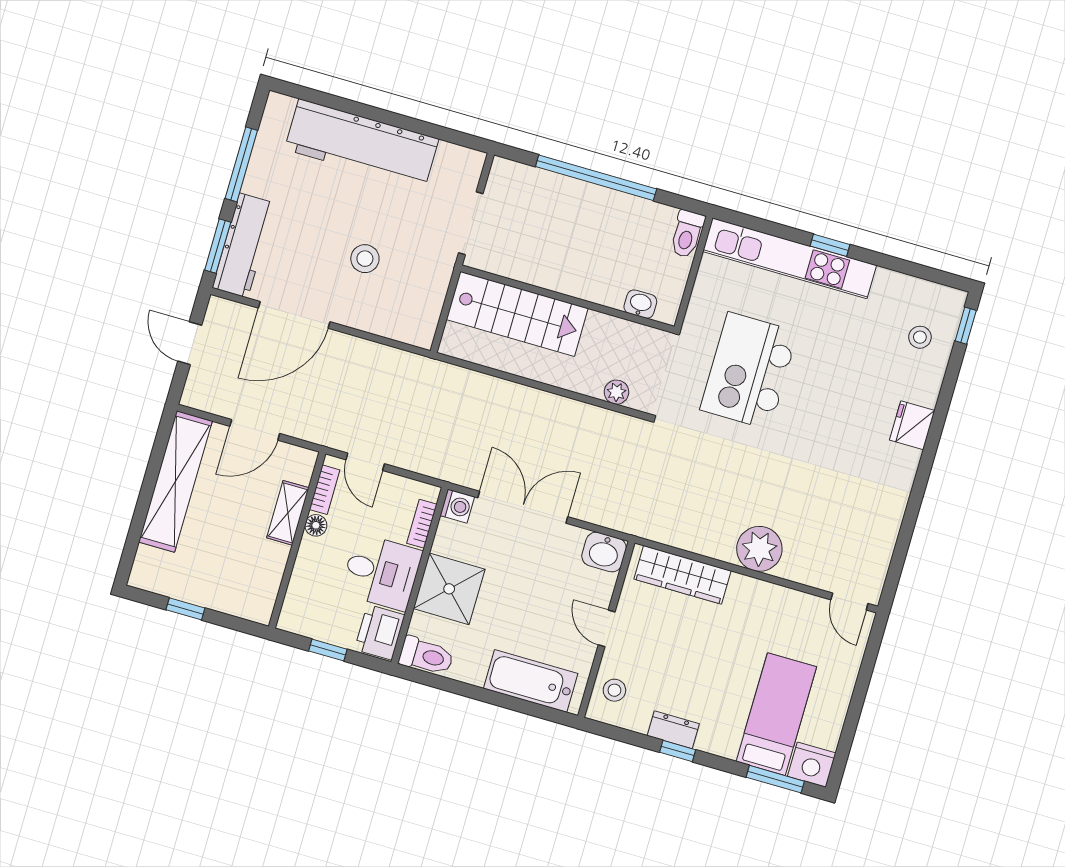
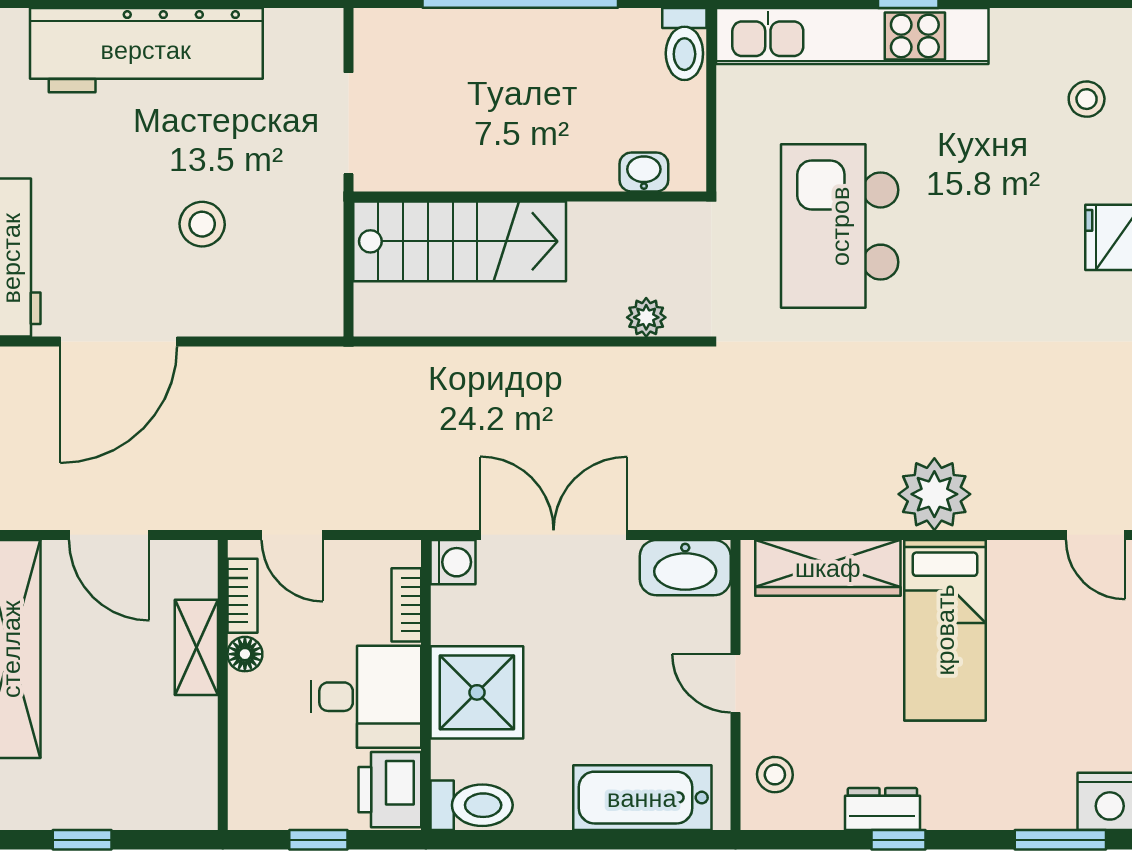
door: (255, 430) -> (109, 535), hinge flipped
washbasin: (604, 552) -> (685, 568), width x1.38
bed: (776, 714) -> (945, 630), moved, turned 180

